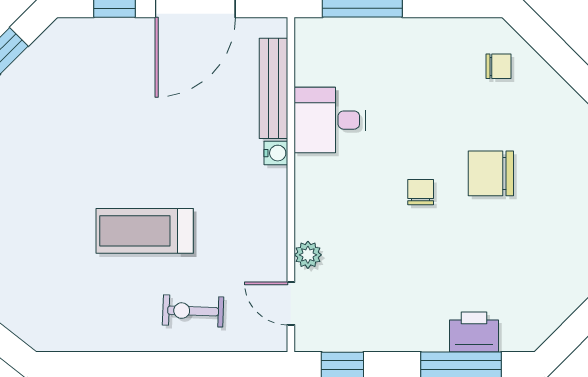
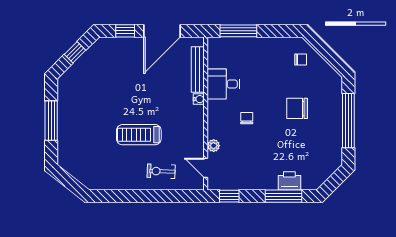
chair: (421, 192) -> (247, 118), moved

